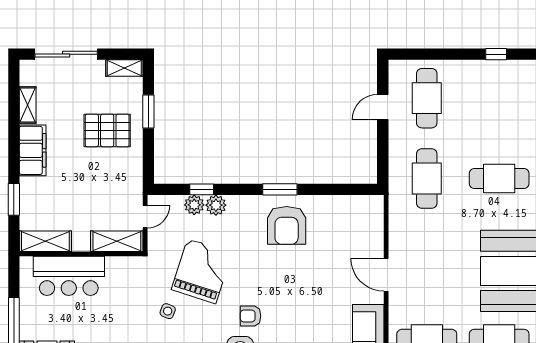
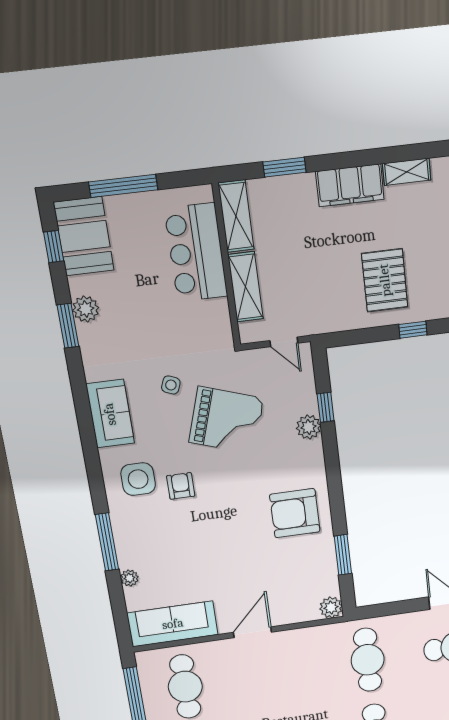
window: (148, 112) -> (413, 330), width x0.67
cafe table: (427, 179) -> (368, 660), turned 90
window: (280, 189) -> (343, 555), moved
plant: (194, 205) -> (331, 607), moved
shelving: (117, 241) -> (246, 287), moved

